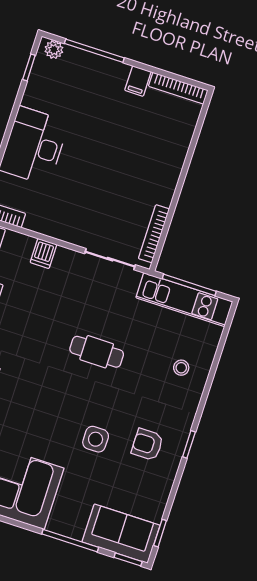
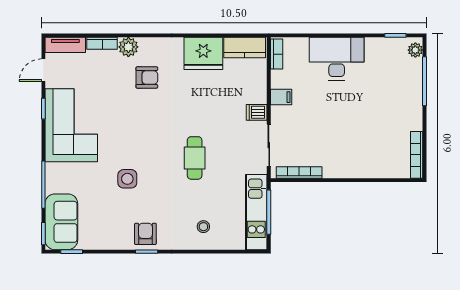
filing cabinet: (138, 81) -> (281, 97), moved, turned 180
dishwasher: (43, 253) -> (257, 112), moved
armchair: (147, 444) -> (145, 234), moved

